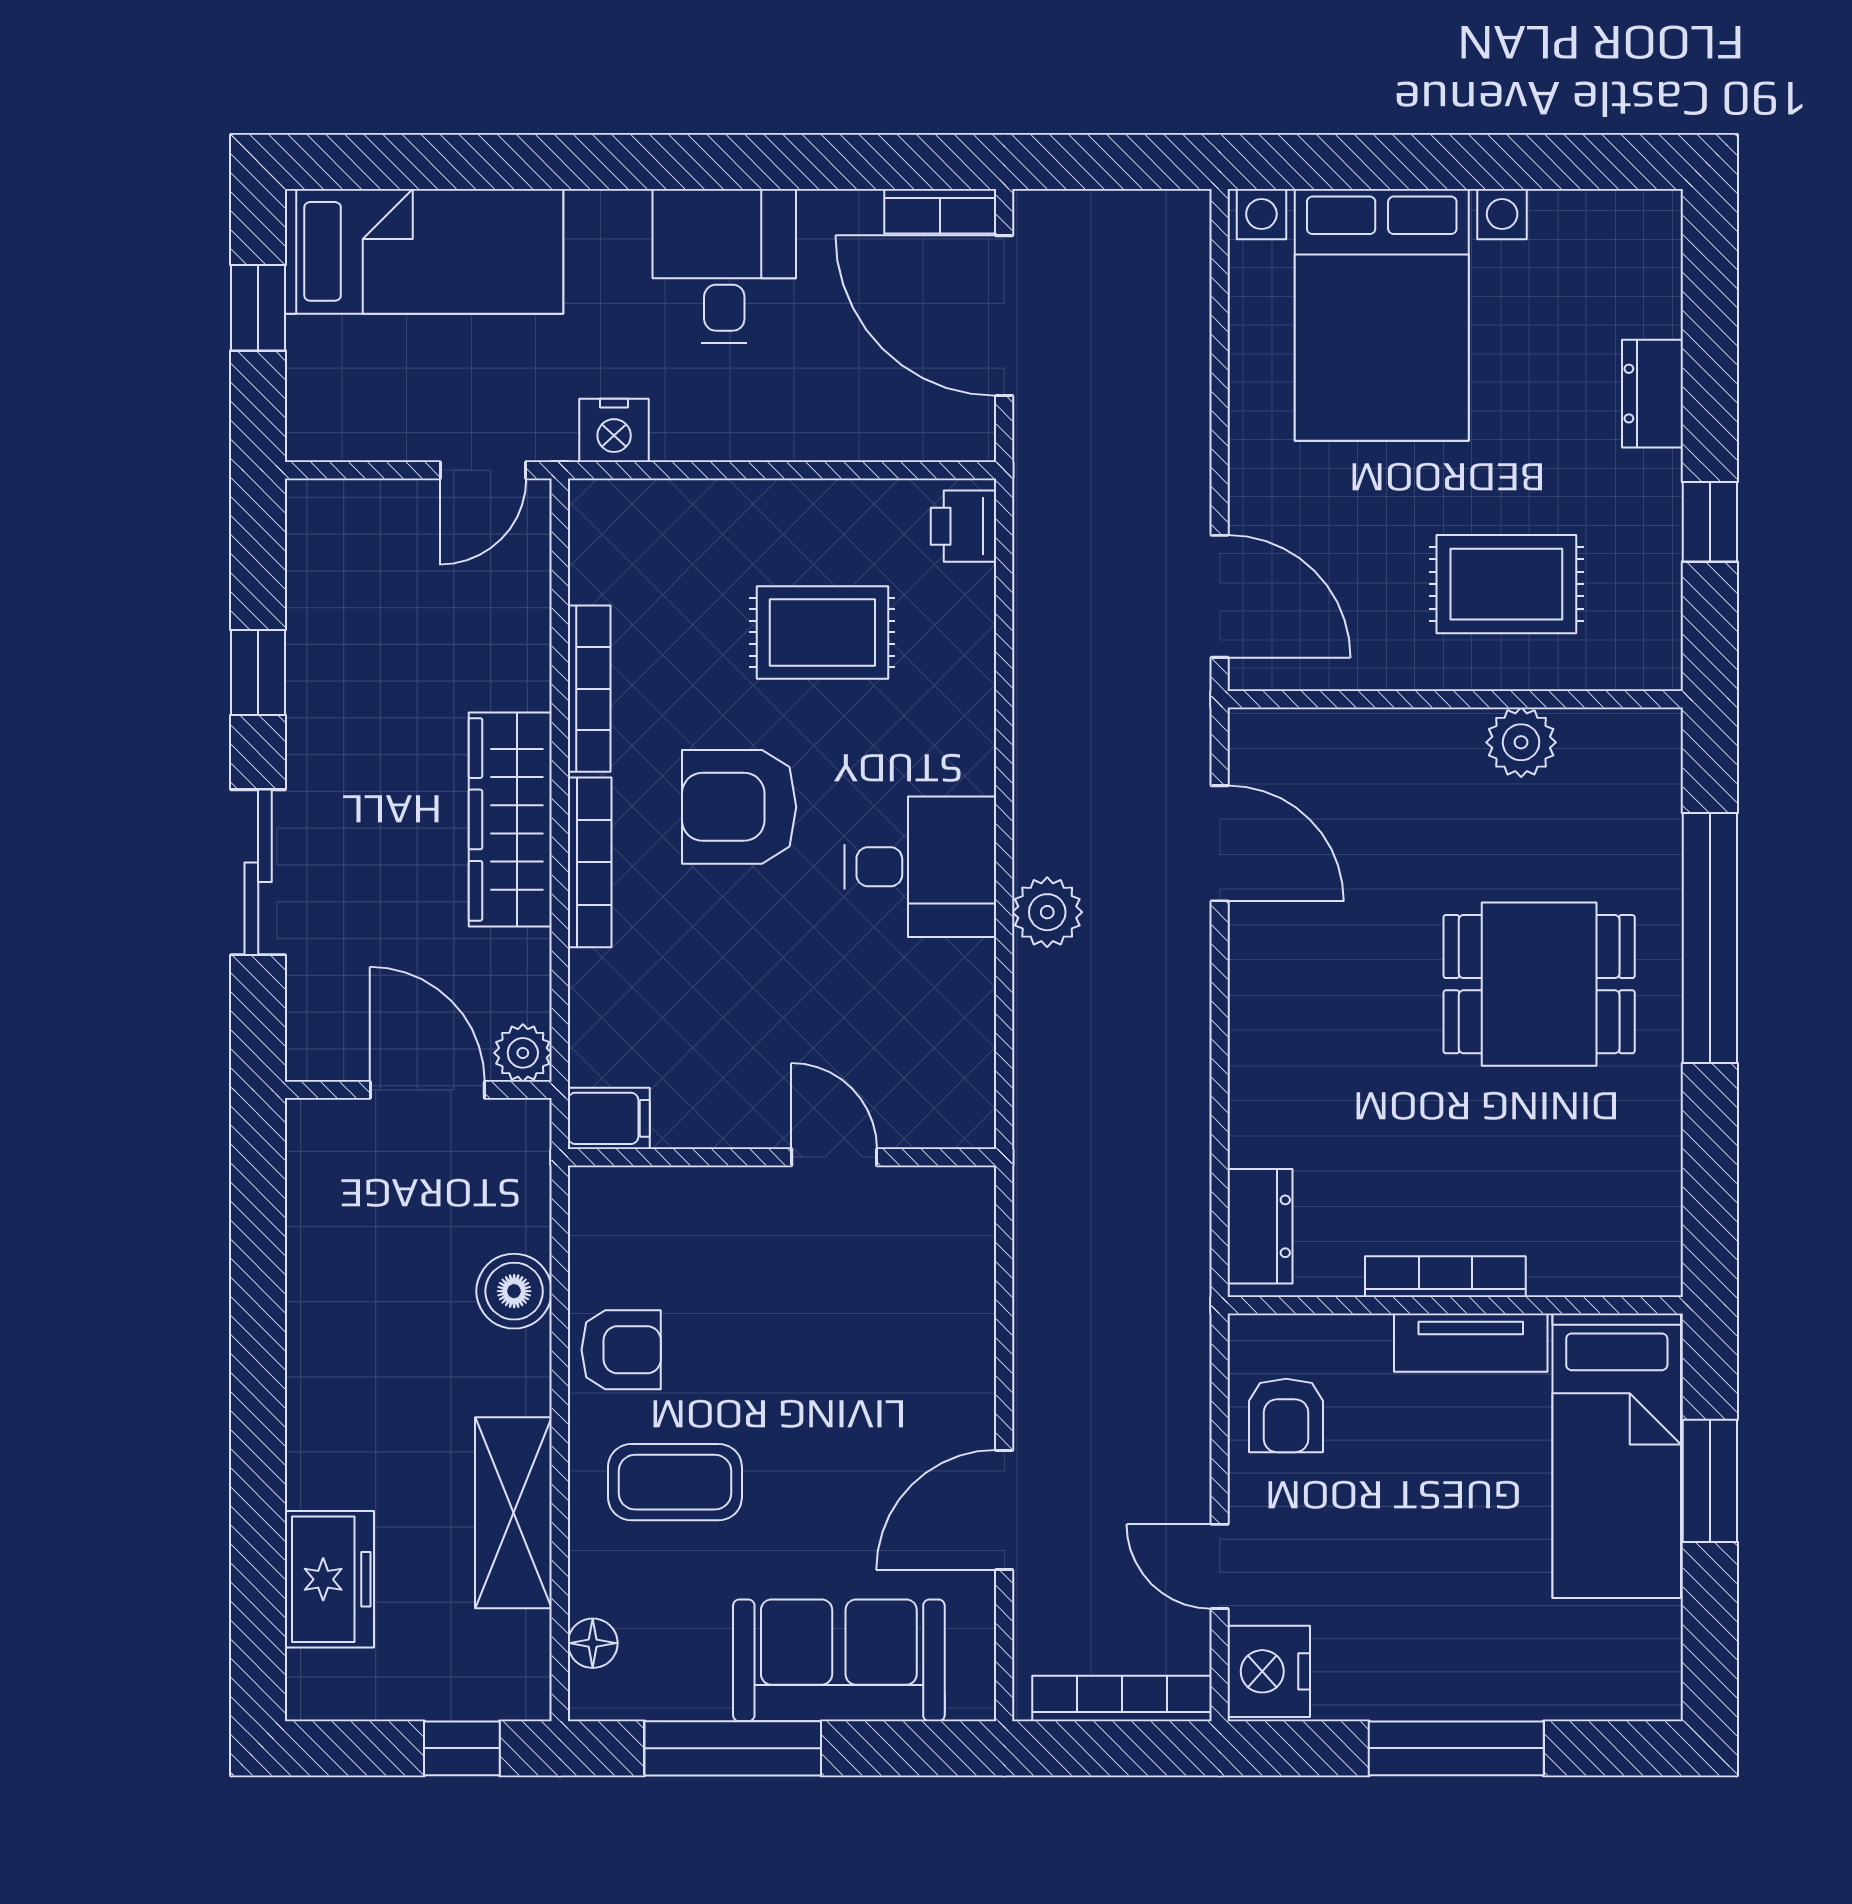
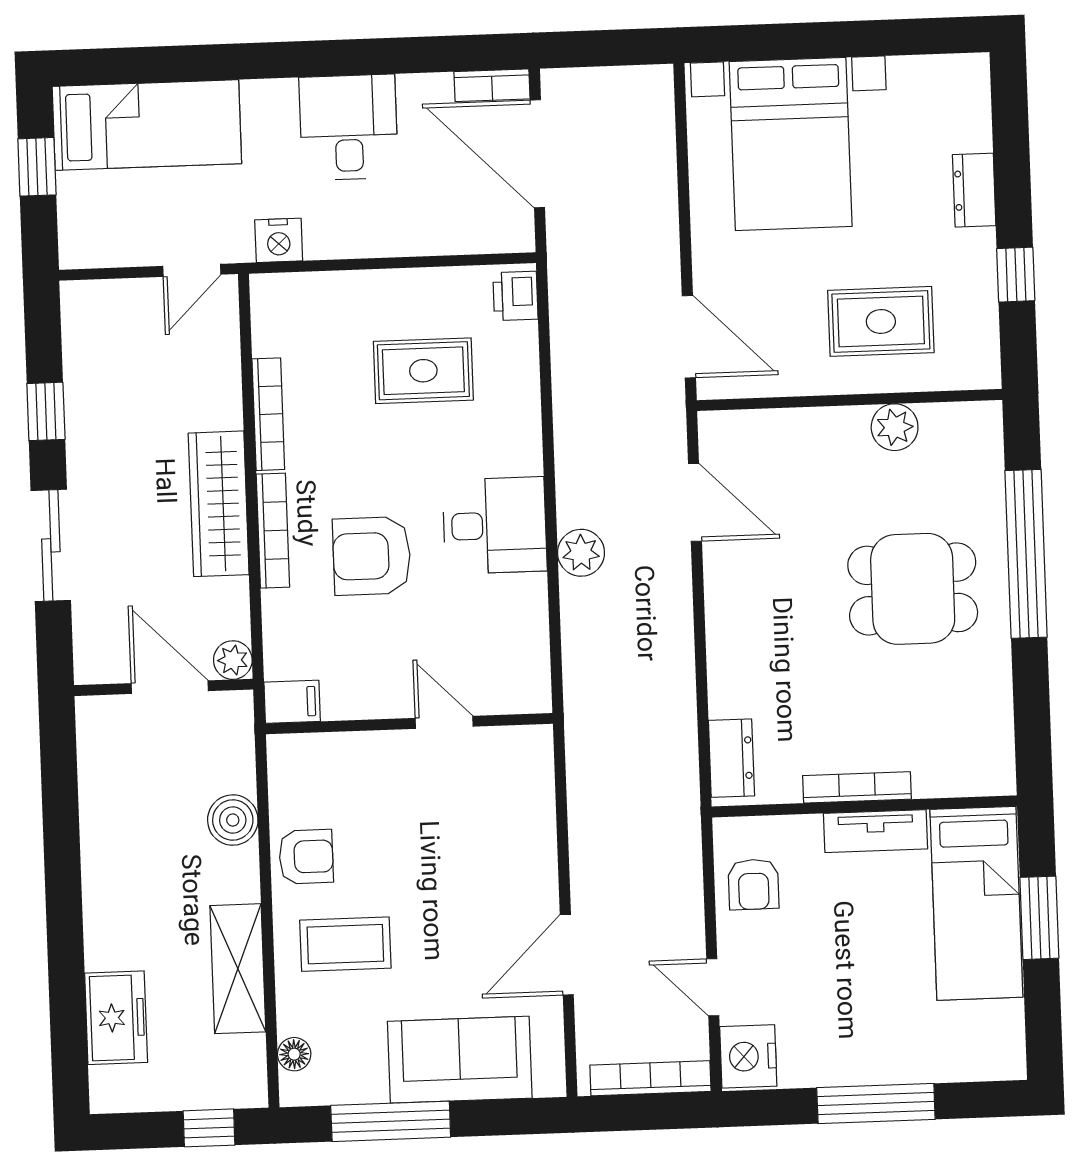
armchair: (739, 807) -> (372, 556), moved

